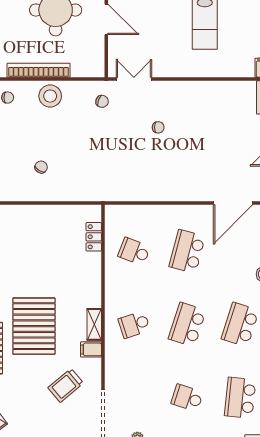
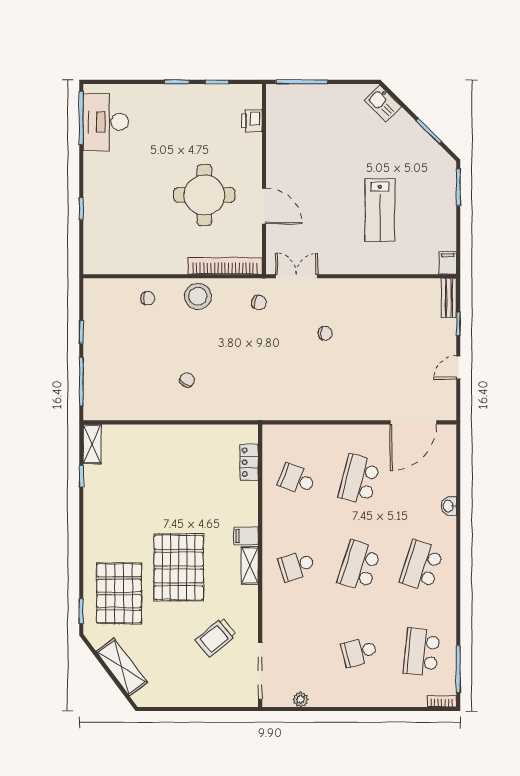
bookcase: (39, 70) -> (225, 266), moved
filing cabinet: (91, 349) -> (246, 536), moved
school desk: (187, 398) -> (359, 652), turned -33

